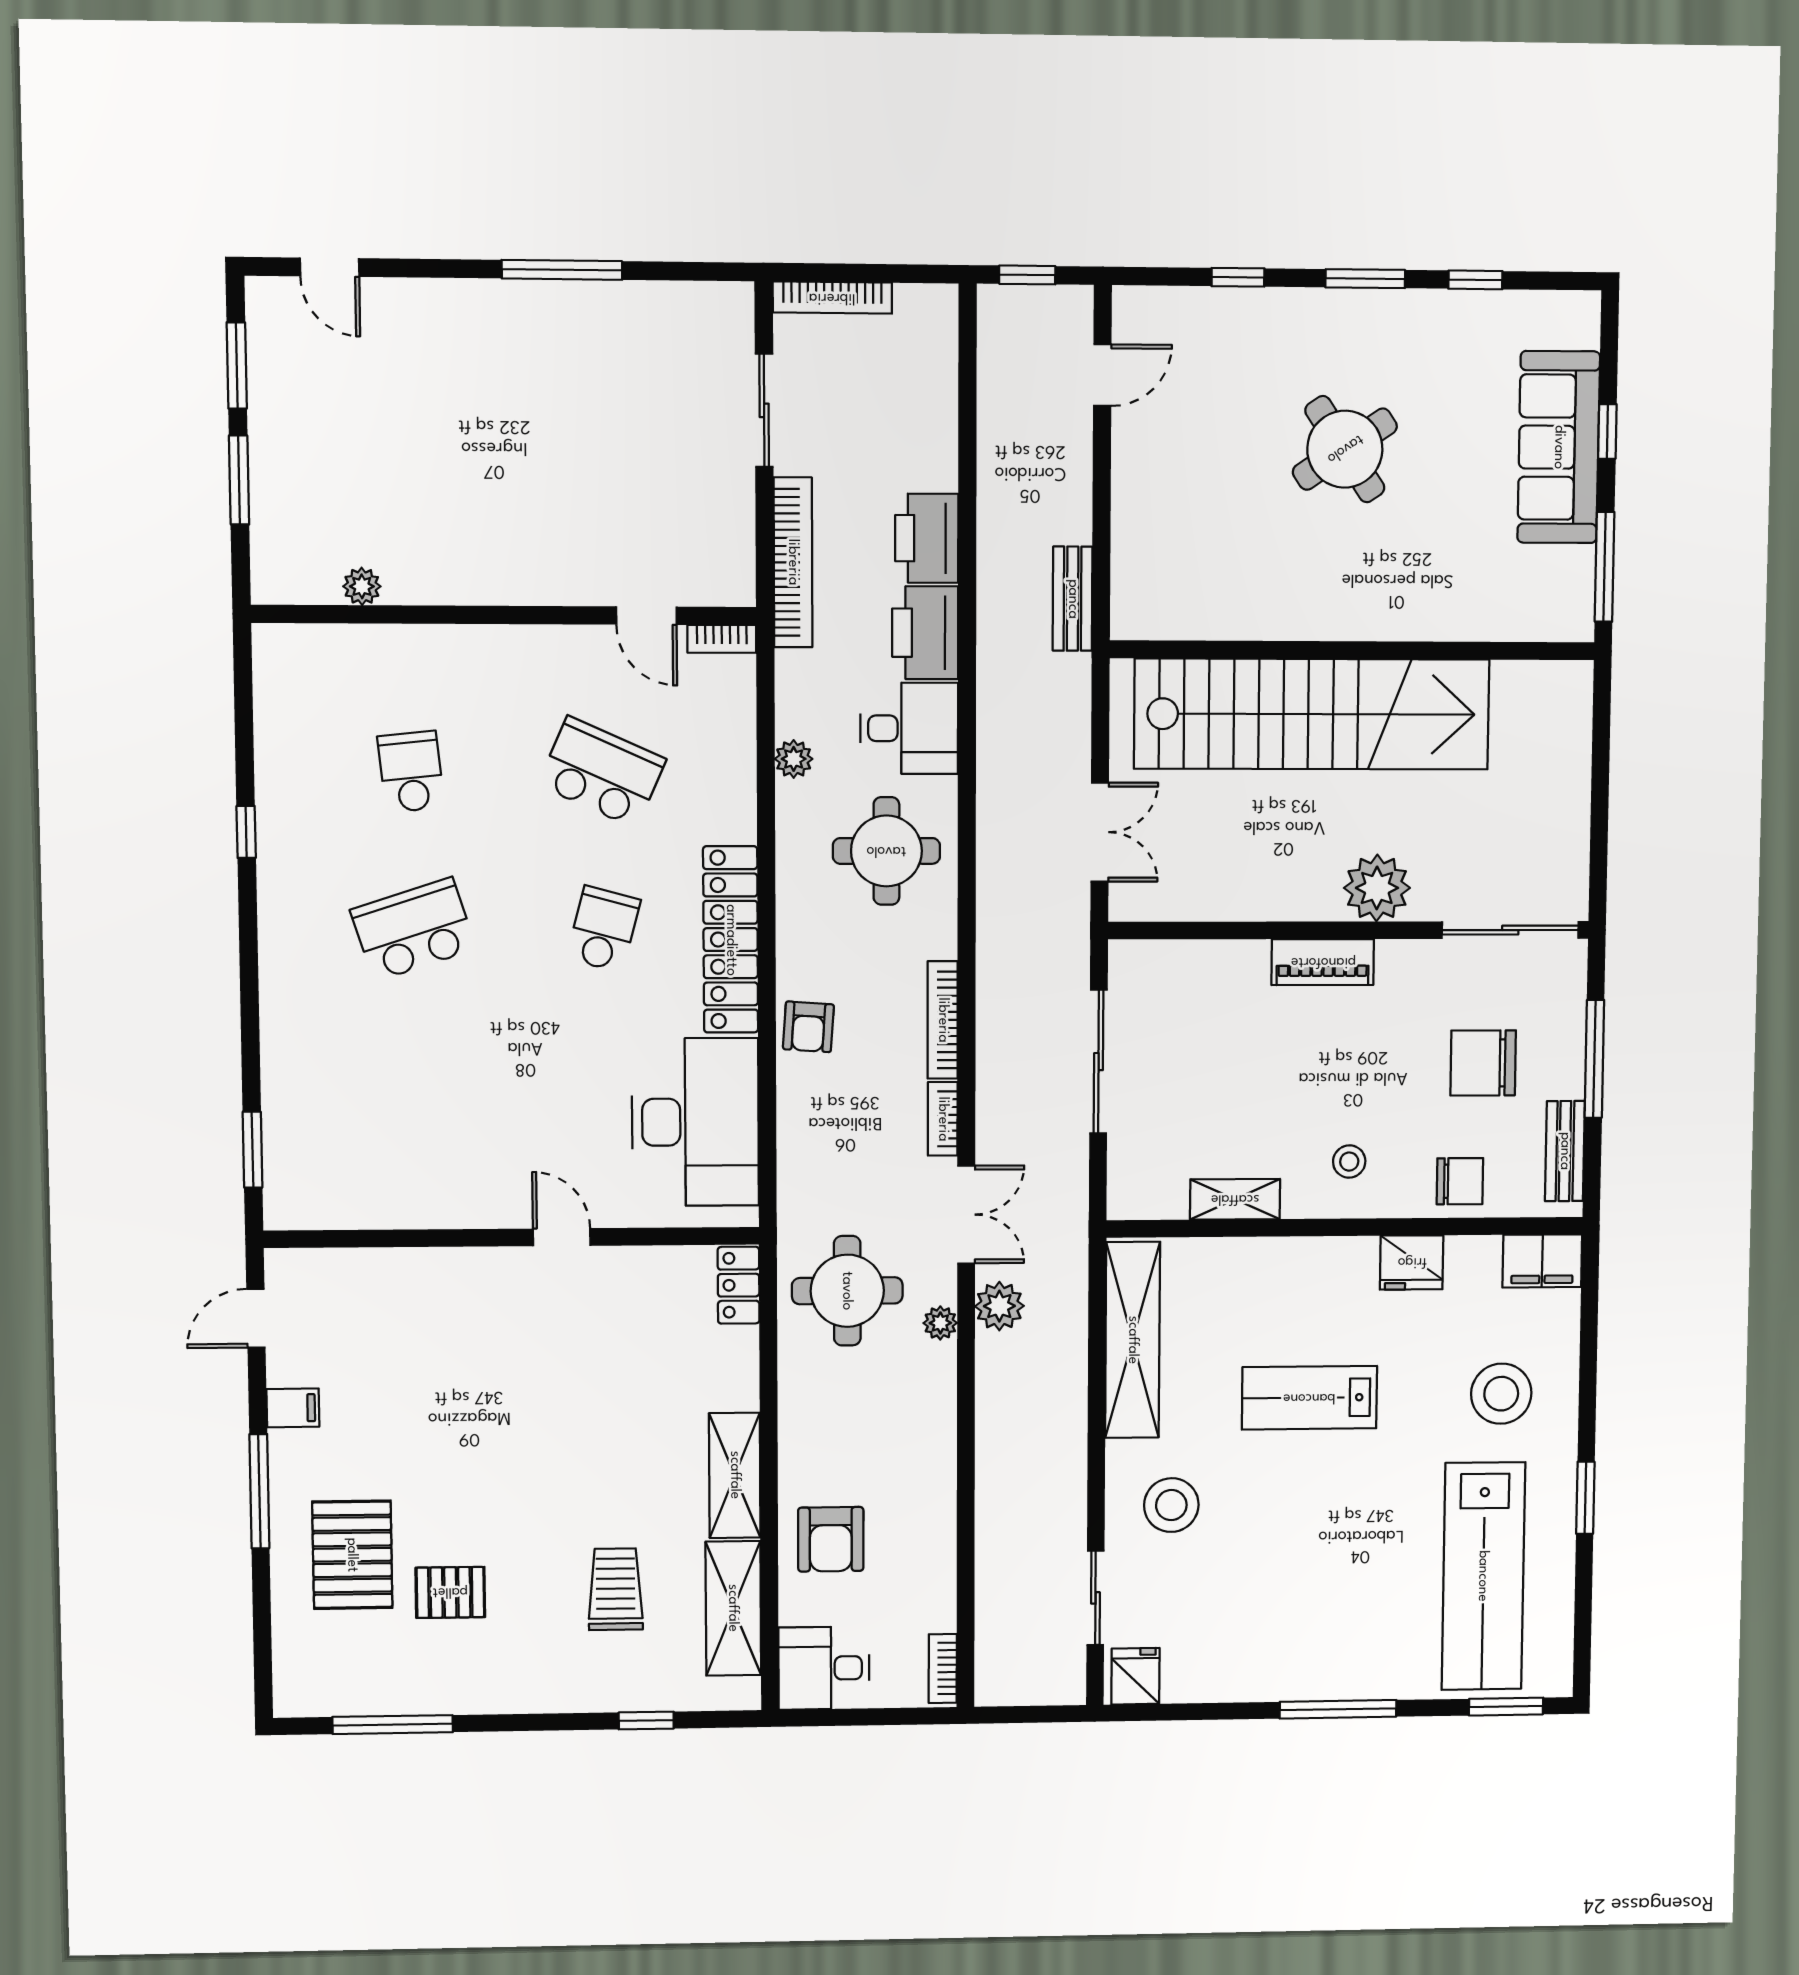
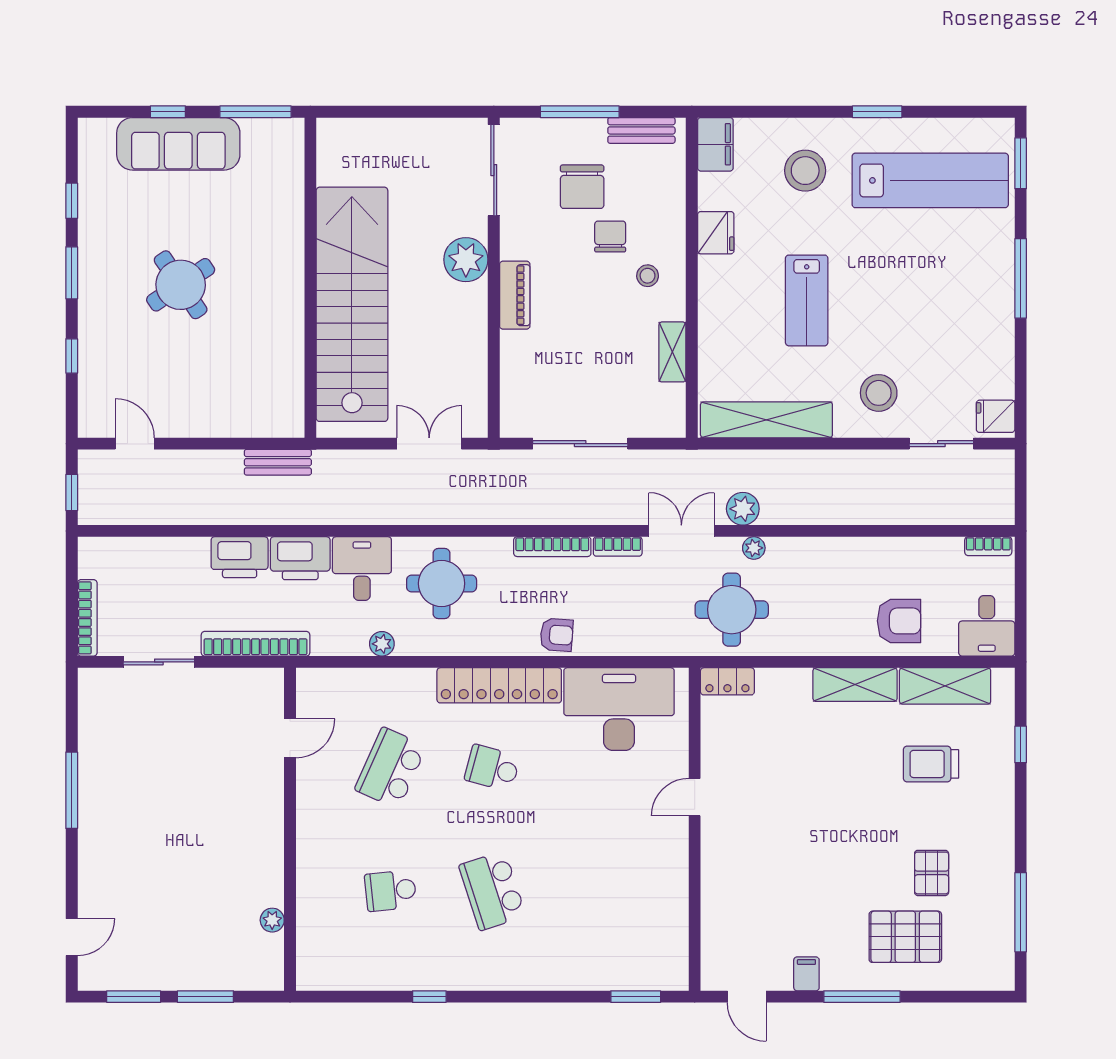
bookcase: (722, 639) -> (305, 690), removed
chair: (1460, 1181) -> (610, 237), moved

